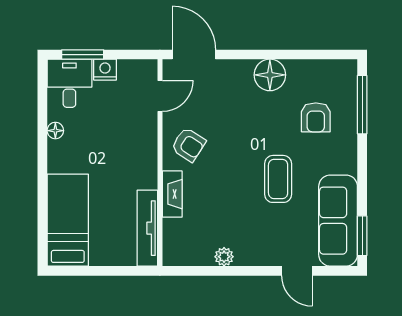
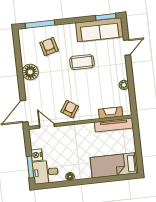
armchair: (316, 117) -> (49, 47), turned -105
fireplace: (172, 194) -> (111, 113), moved

